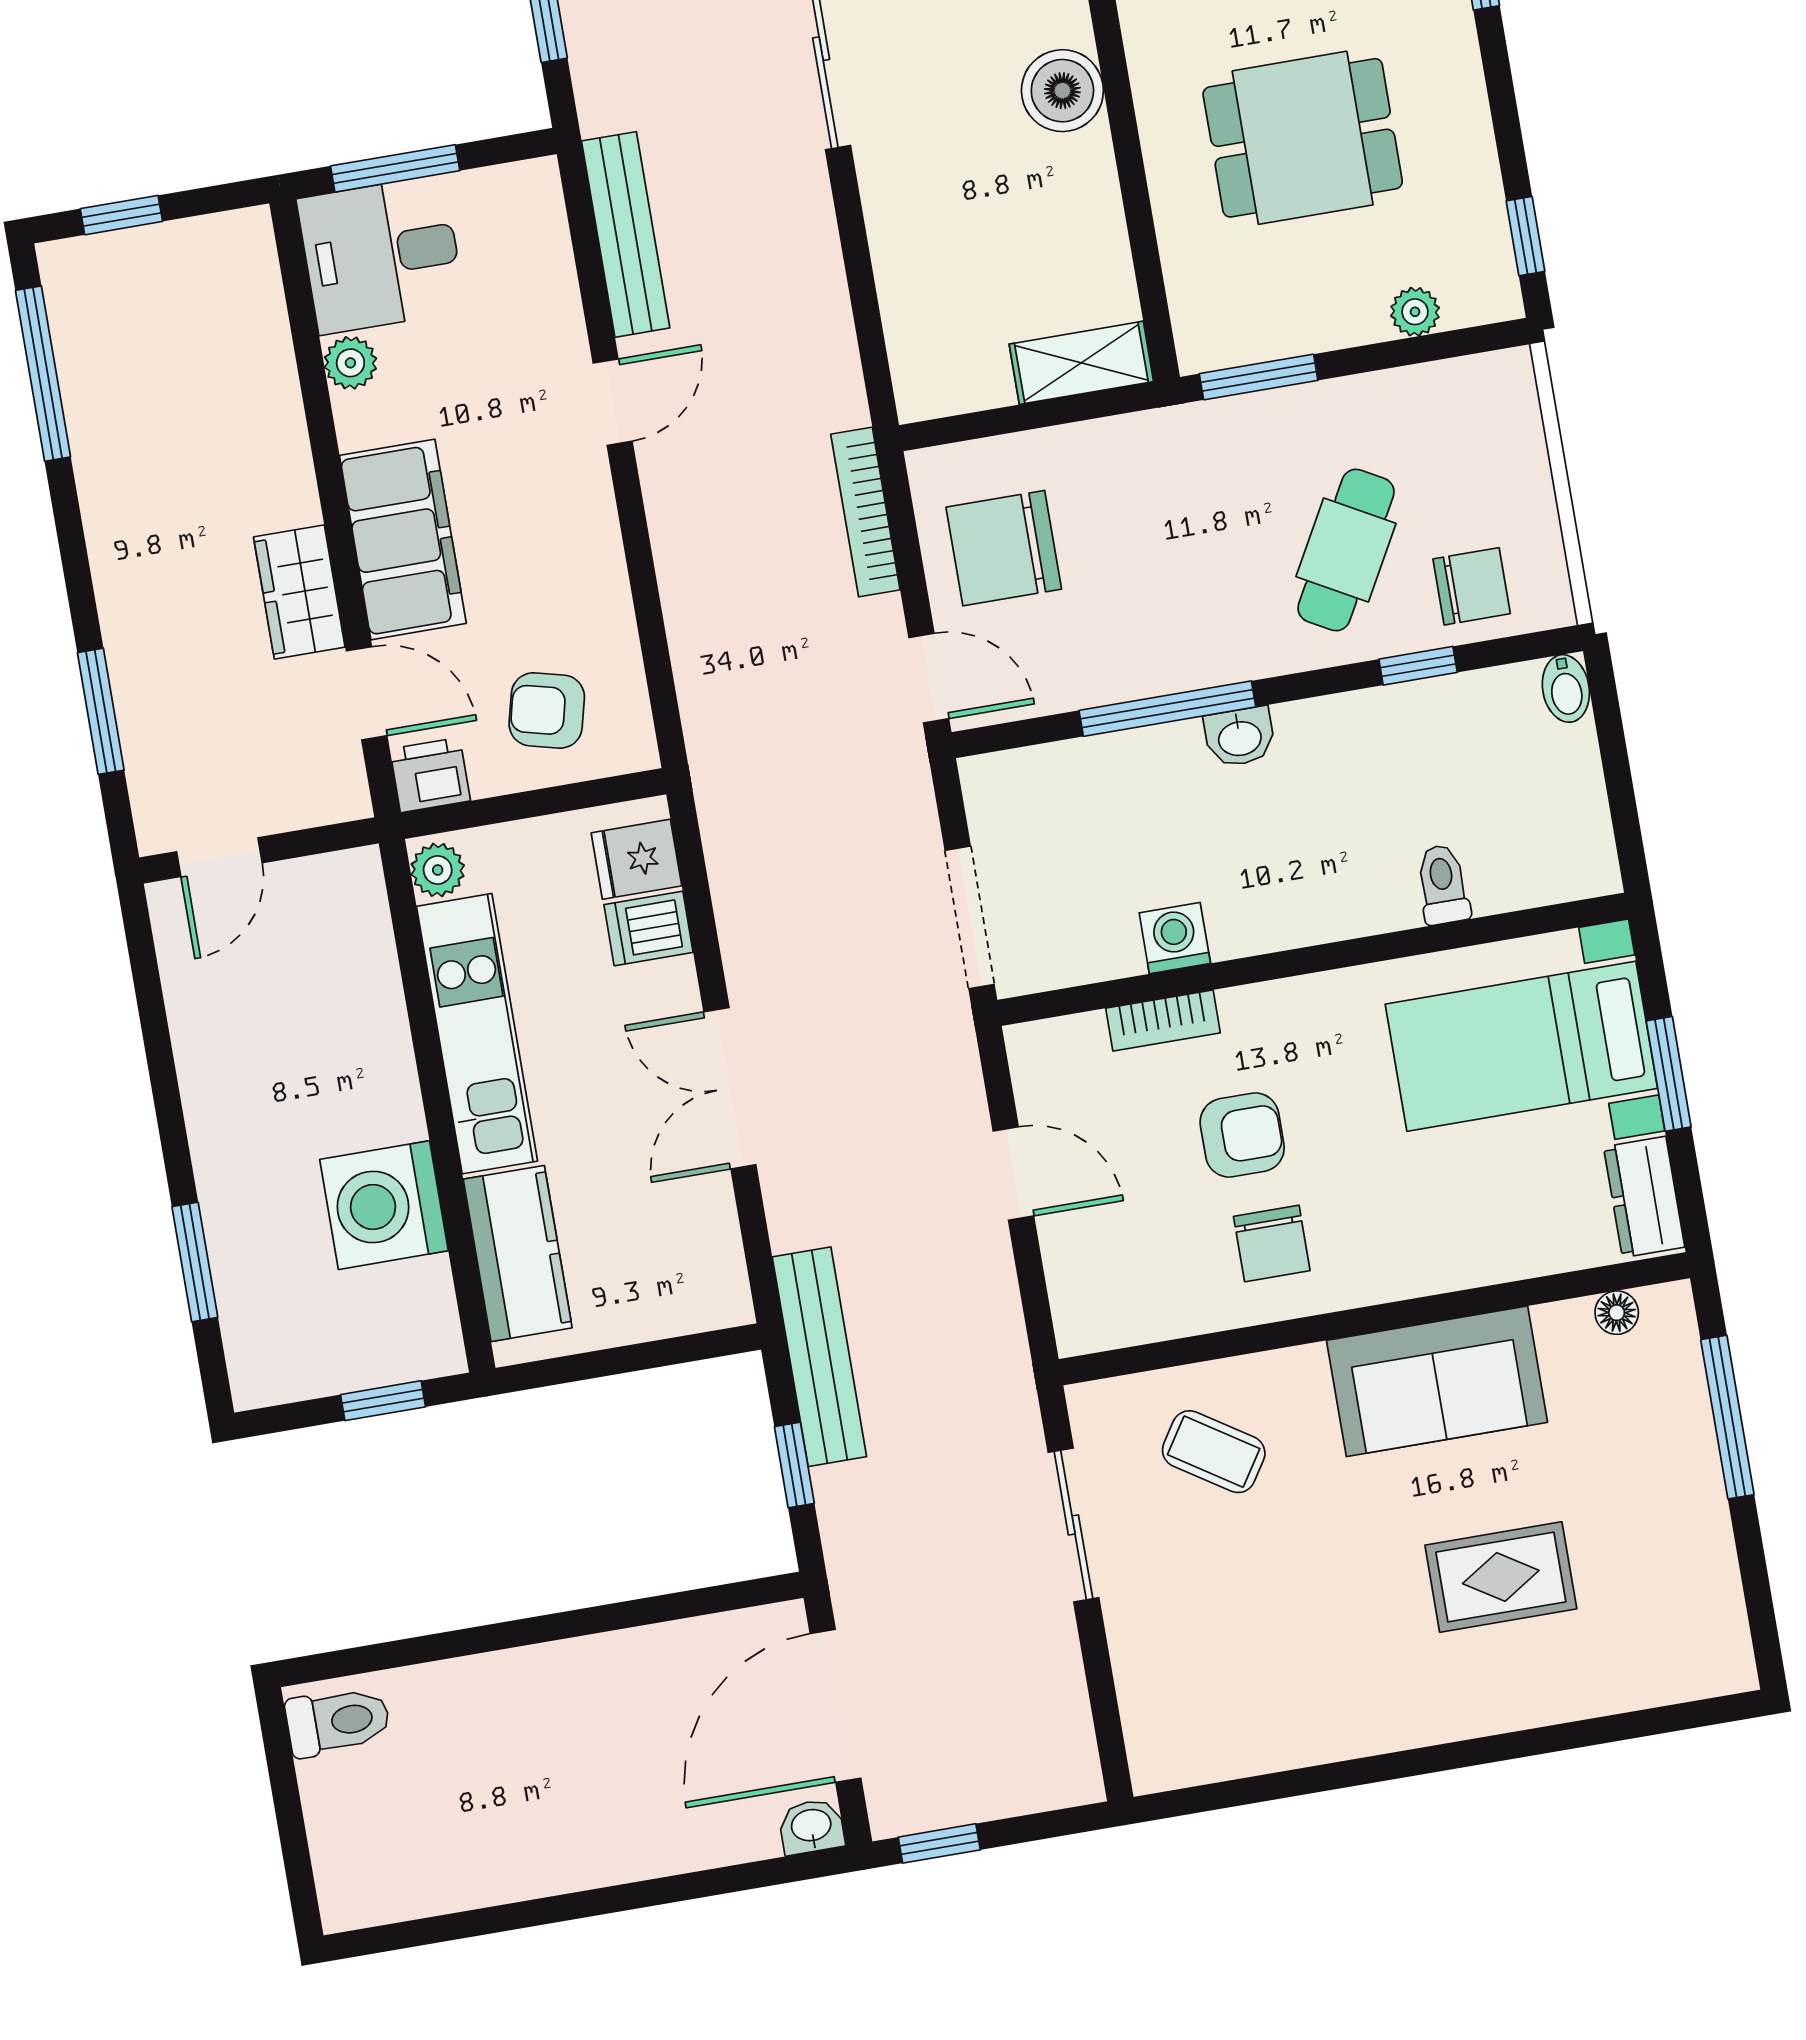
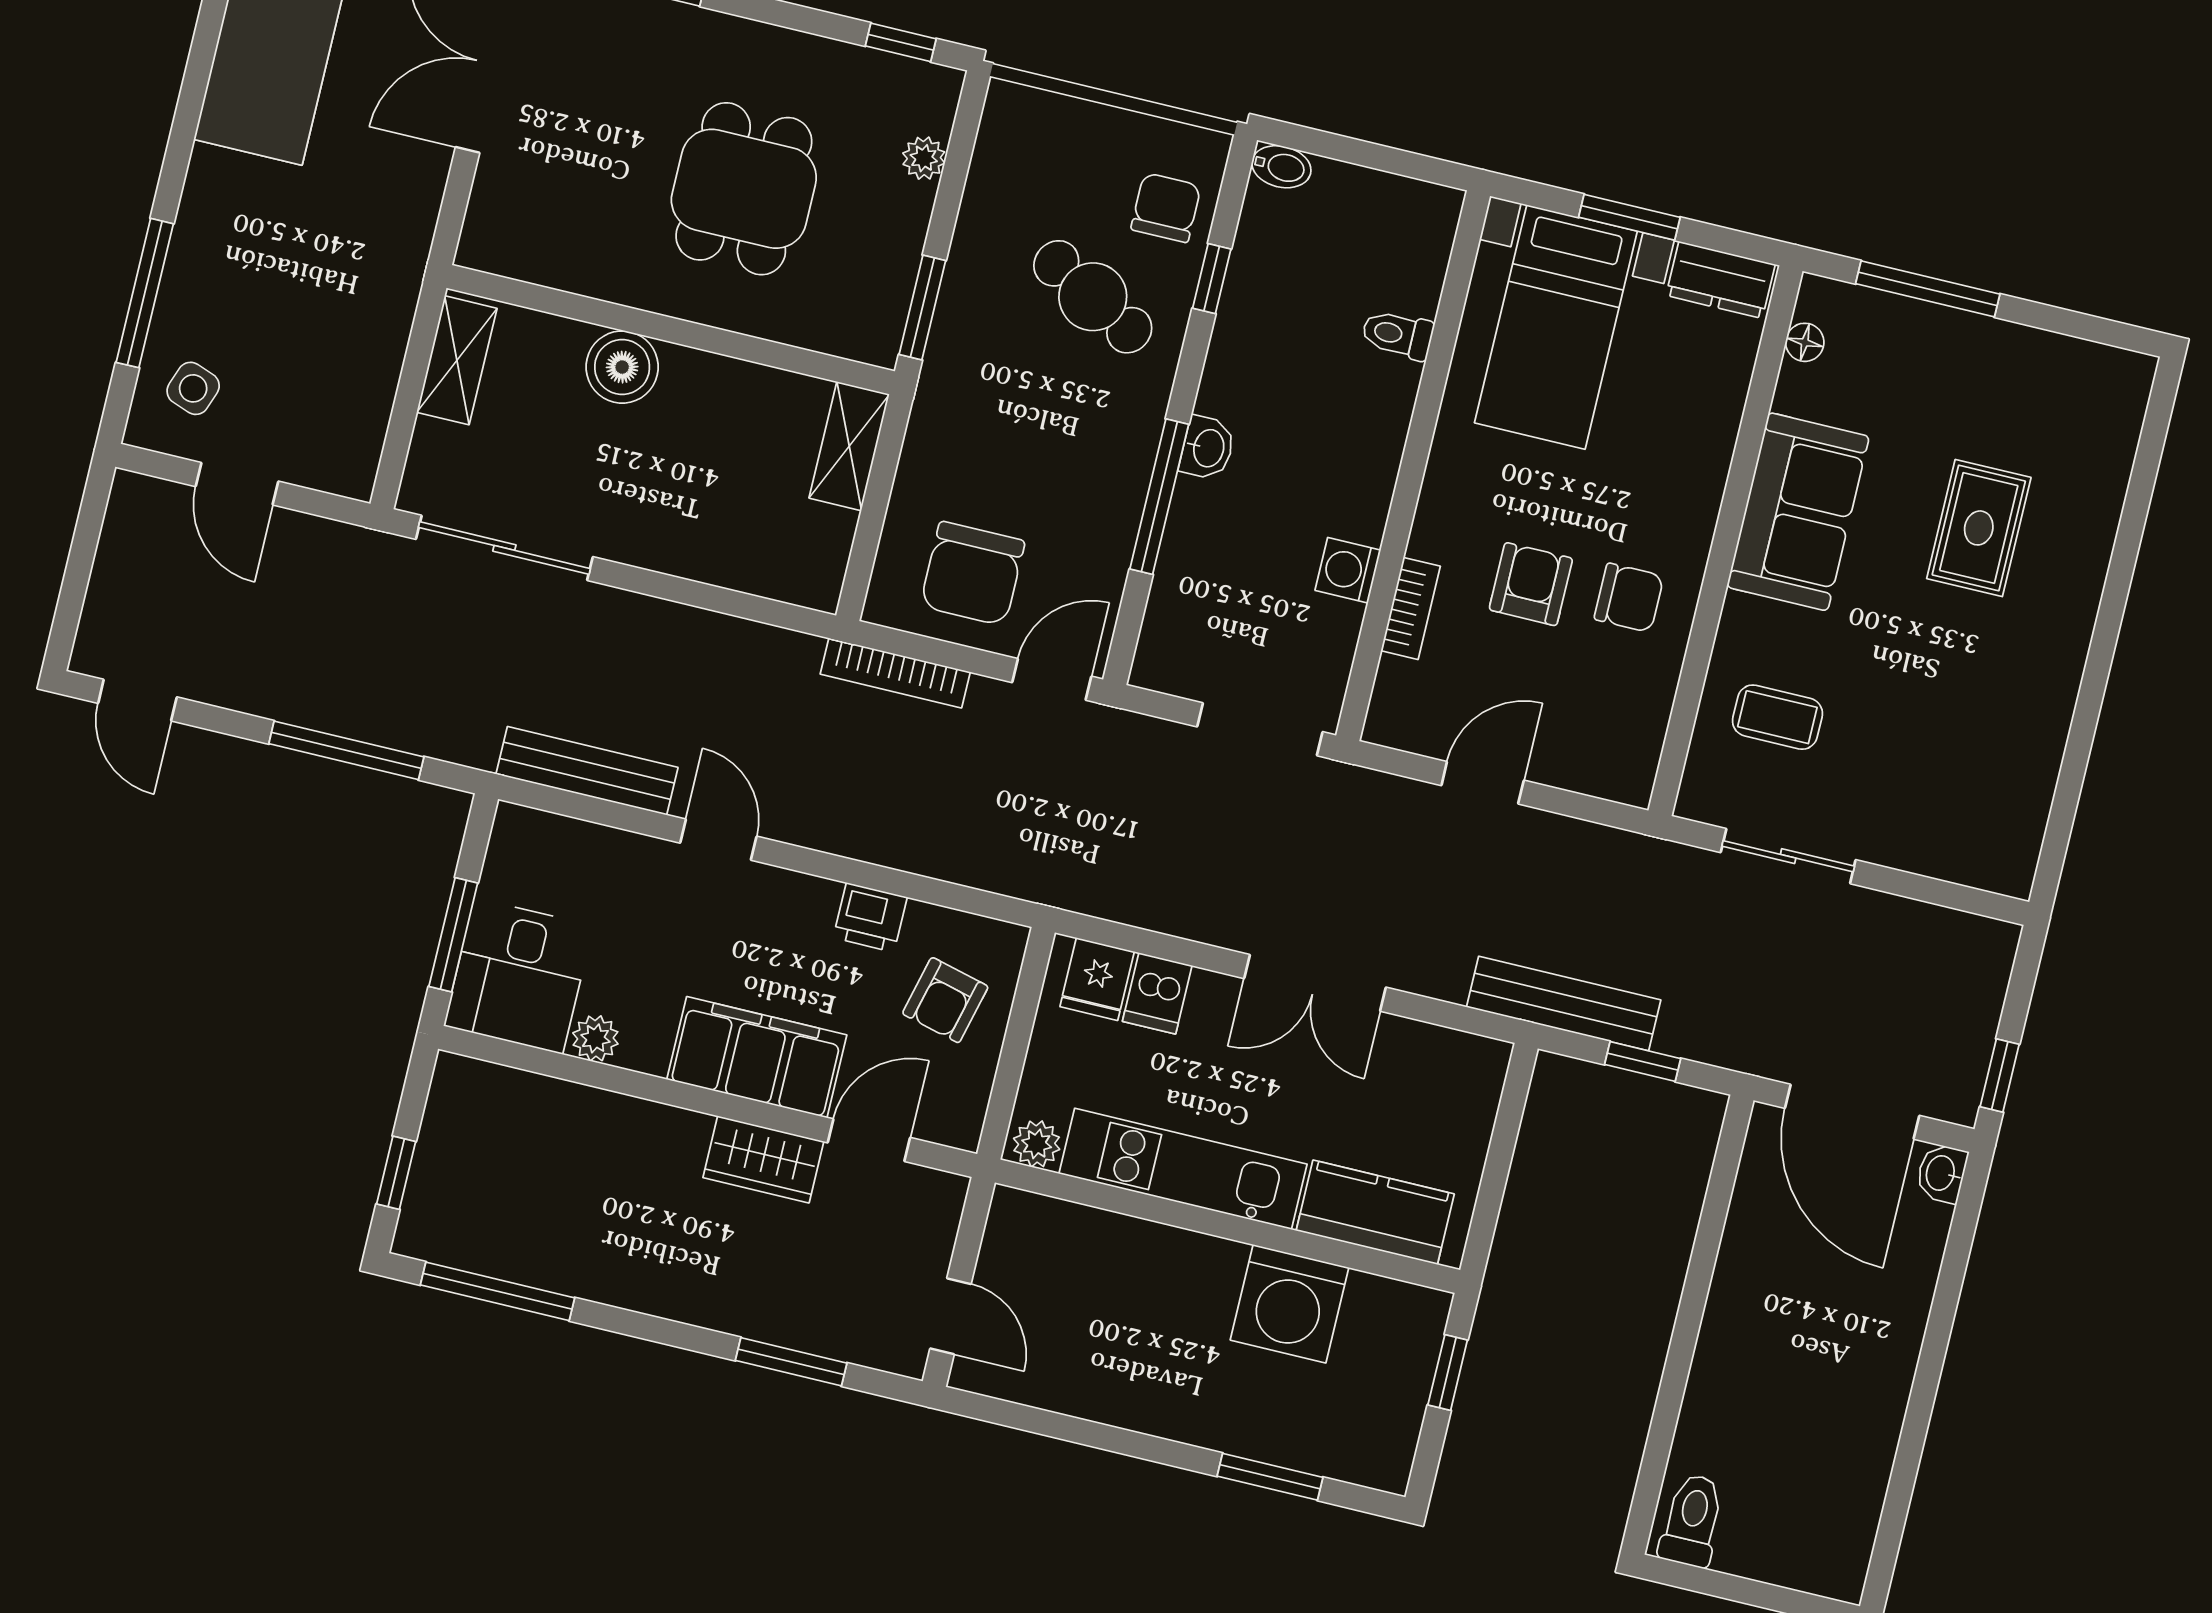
printer: (430, 775) -> (870, 917), moved, turned -90
coffee table: (1214, 1452) -> (1777, 717), turned 57

